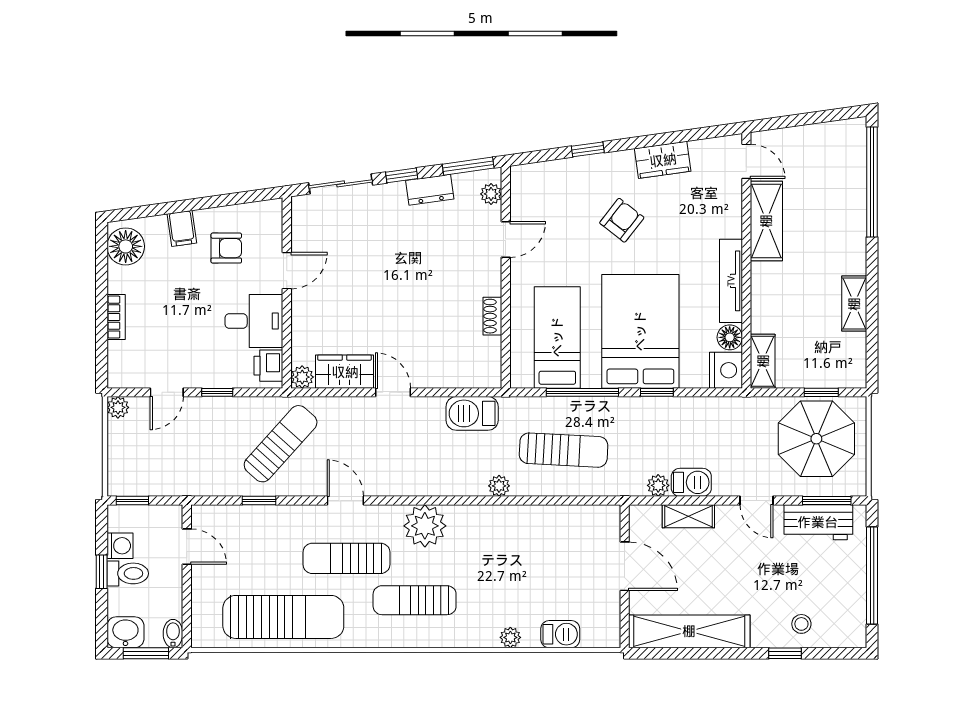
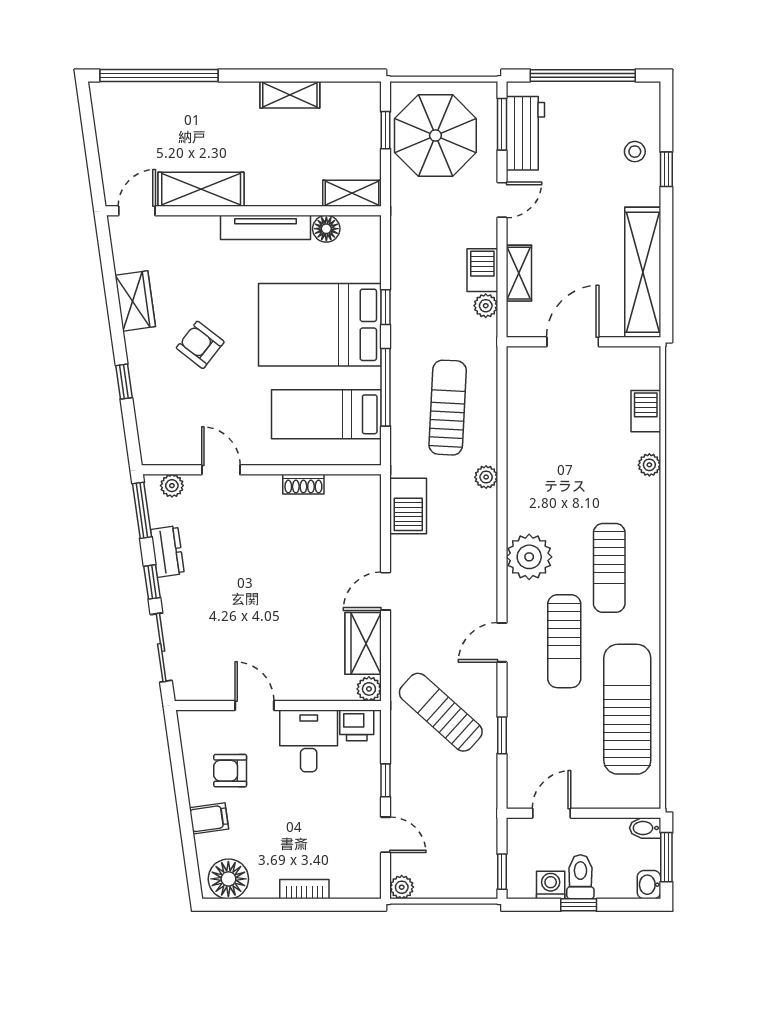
armchair: (226, 248) -> (230, 771), turned -90
nightstand: (726, 370) -> (362, 233), removed
washbasin: (125, 632) -> (649, 885), width x0.72, depth x0.69

